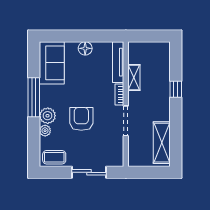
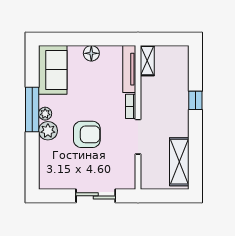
shelving: (134, 78) -> (147, 61), moved
armchair: (81, 119) -> (87, 134), turned 90
plant: (45, 131) -> (45, 114), moved
coffee table: (54, 157) -> (56, 179), removed

